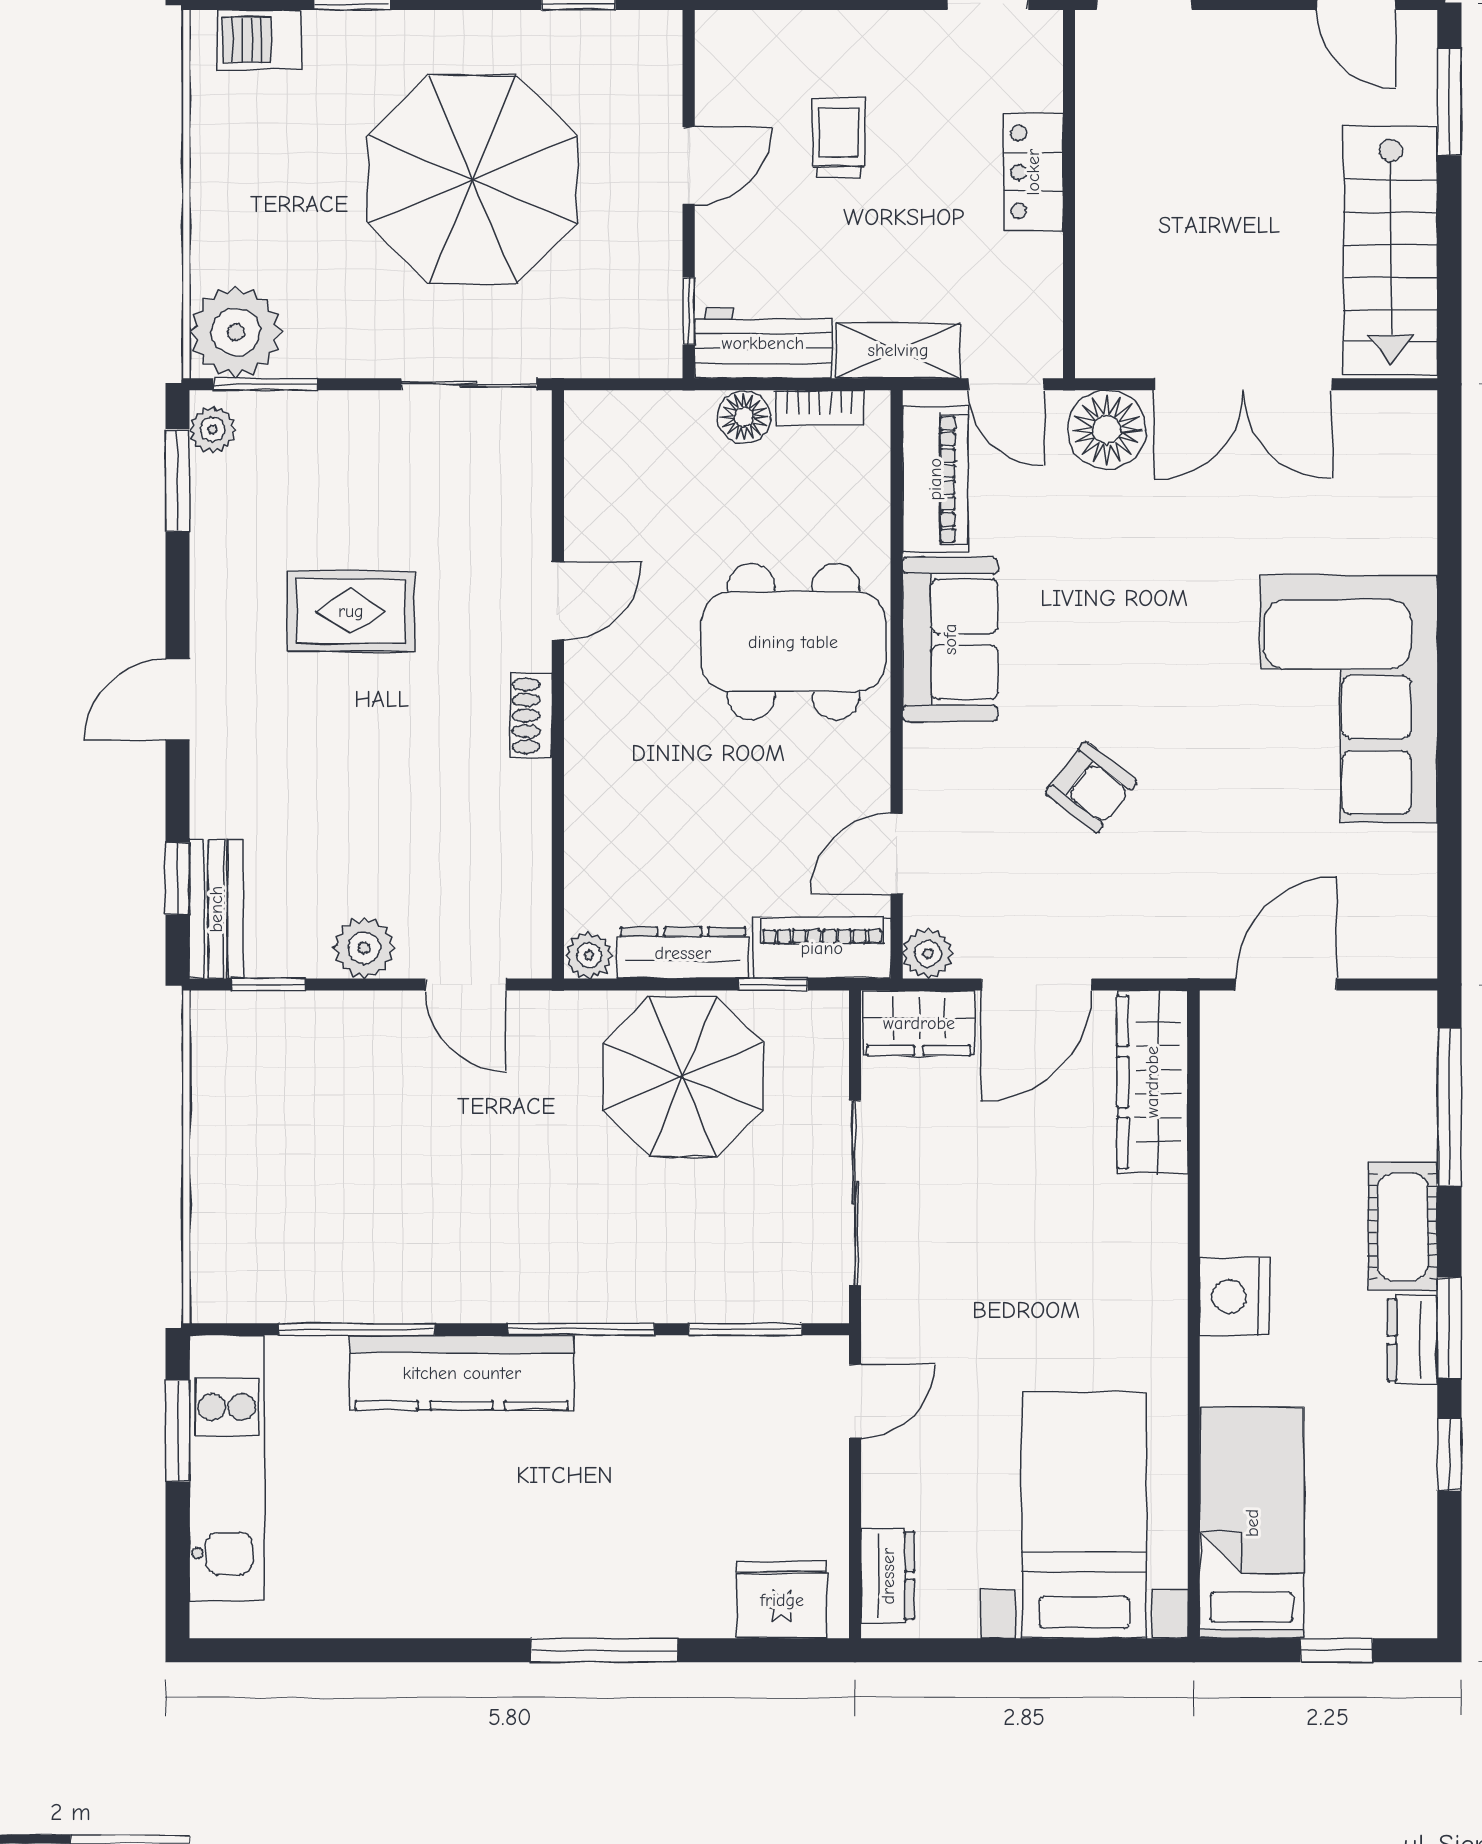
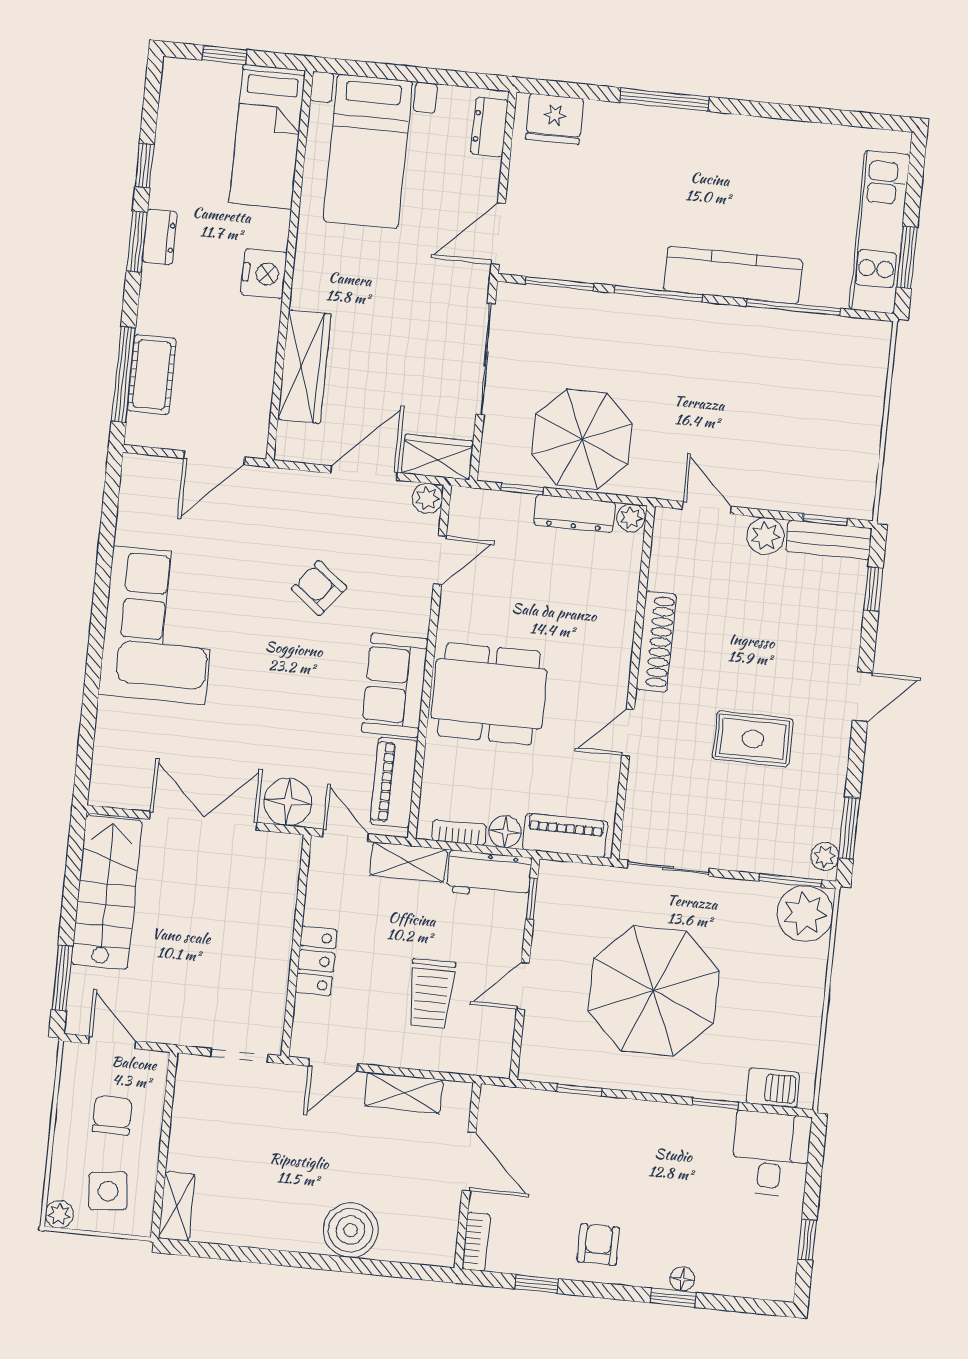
trolley: (839, 138) -> (431, 993), width x1.36, depth x1.39
shoe rack: (531, 716) -> (656, 642), width x1.94, depth x1.24
bench: (216, 909) -> (829, 540), moved, turned 90
piano: (822, 948) -> (565, 835), moved, turned 180
wardrobe: (1152, 1082) -> (304, 367), moved
cot: (1403, 1227) -> (152, 375), moved
door: (855, 1401) -> (498, 234), width x1.38

